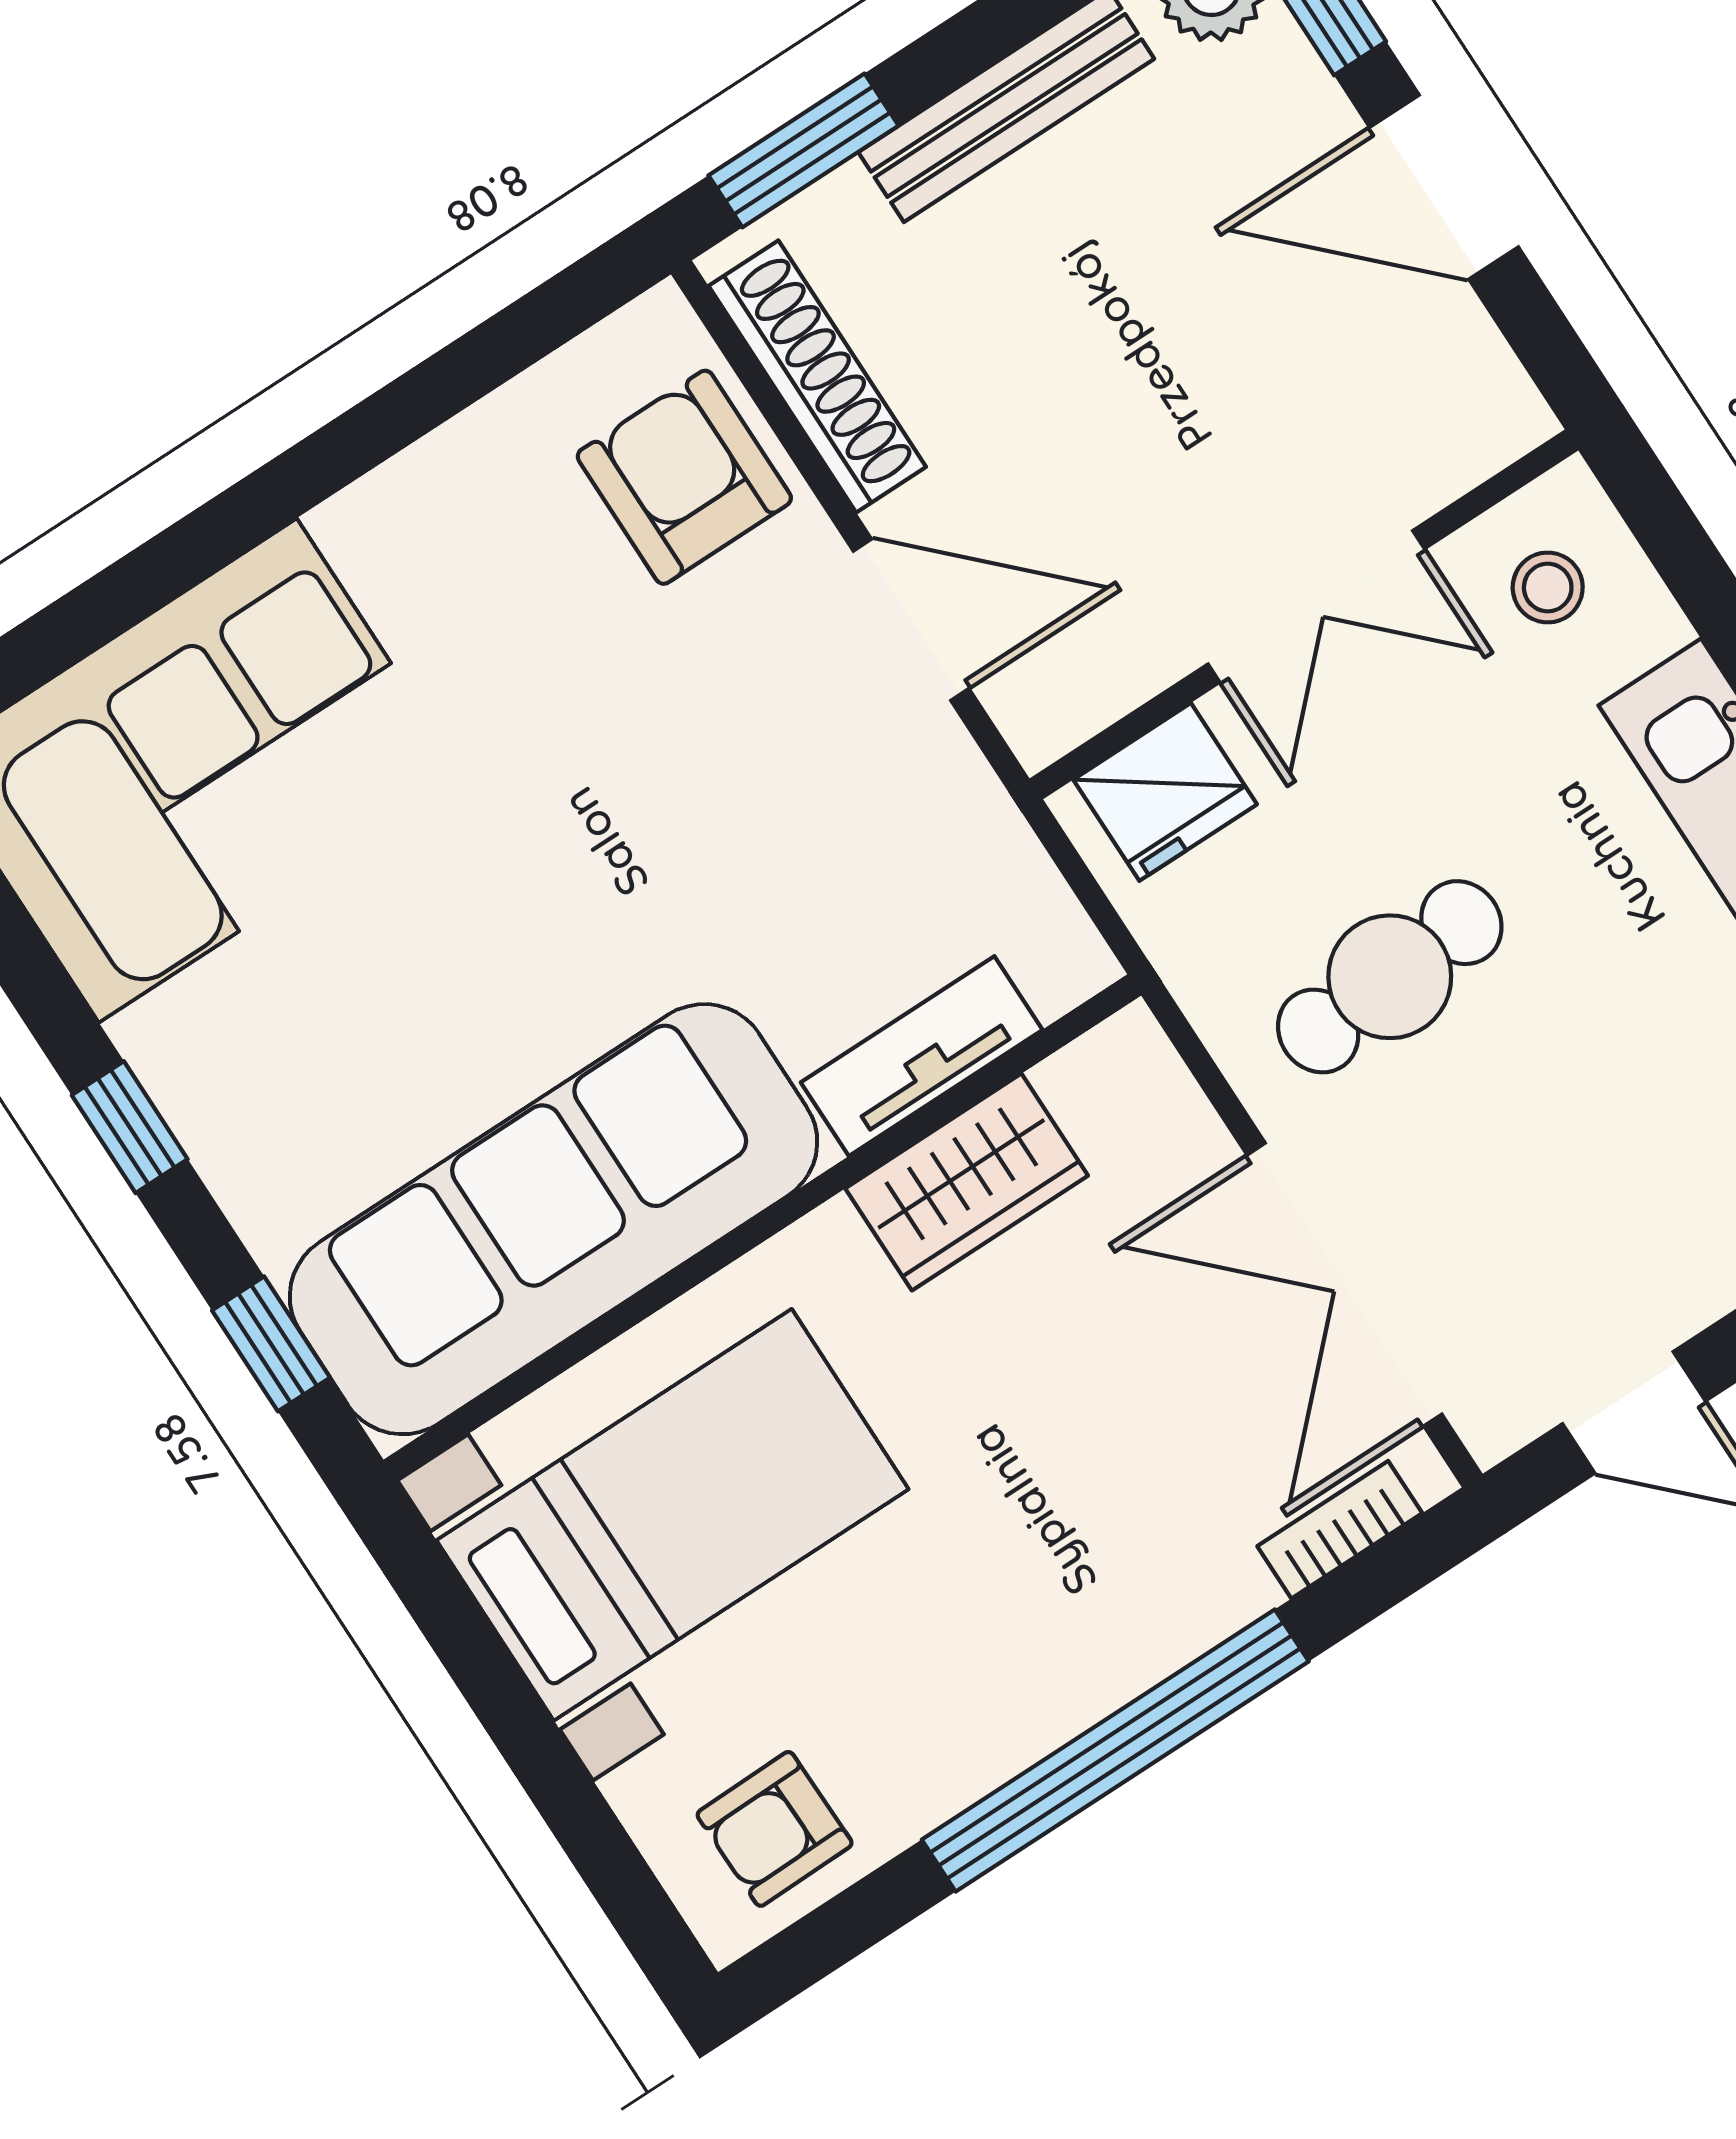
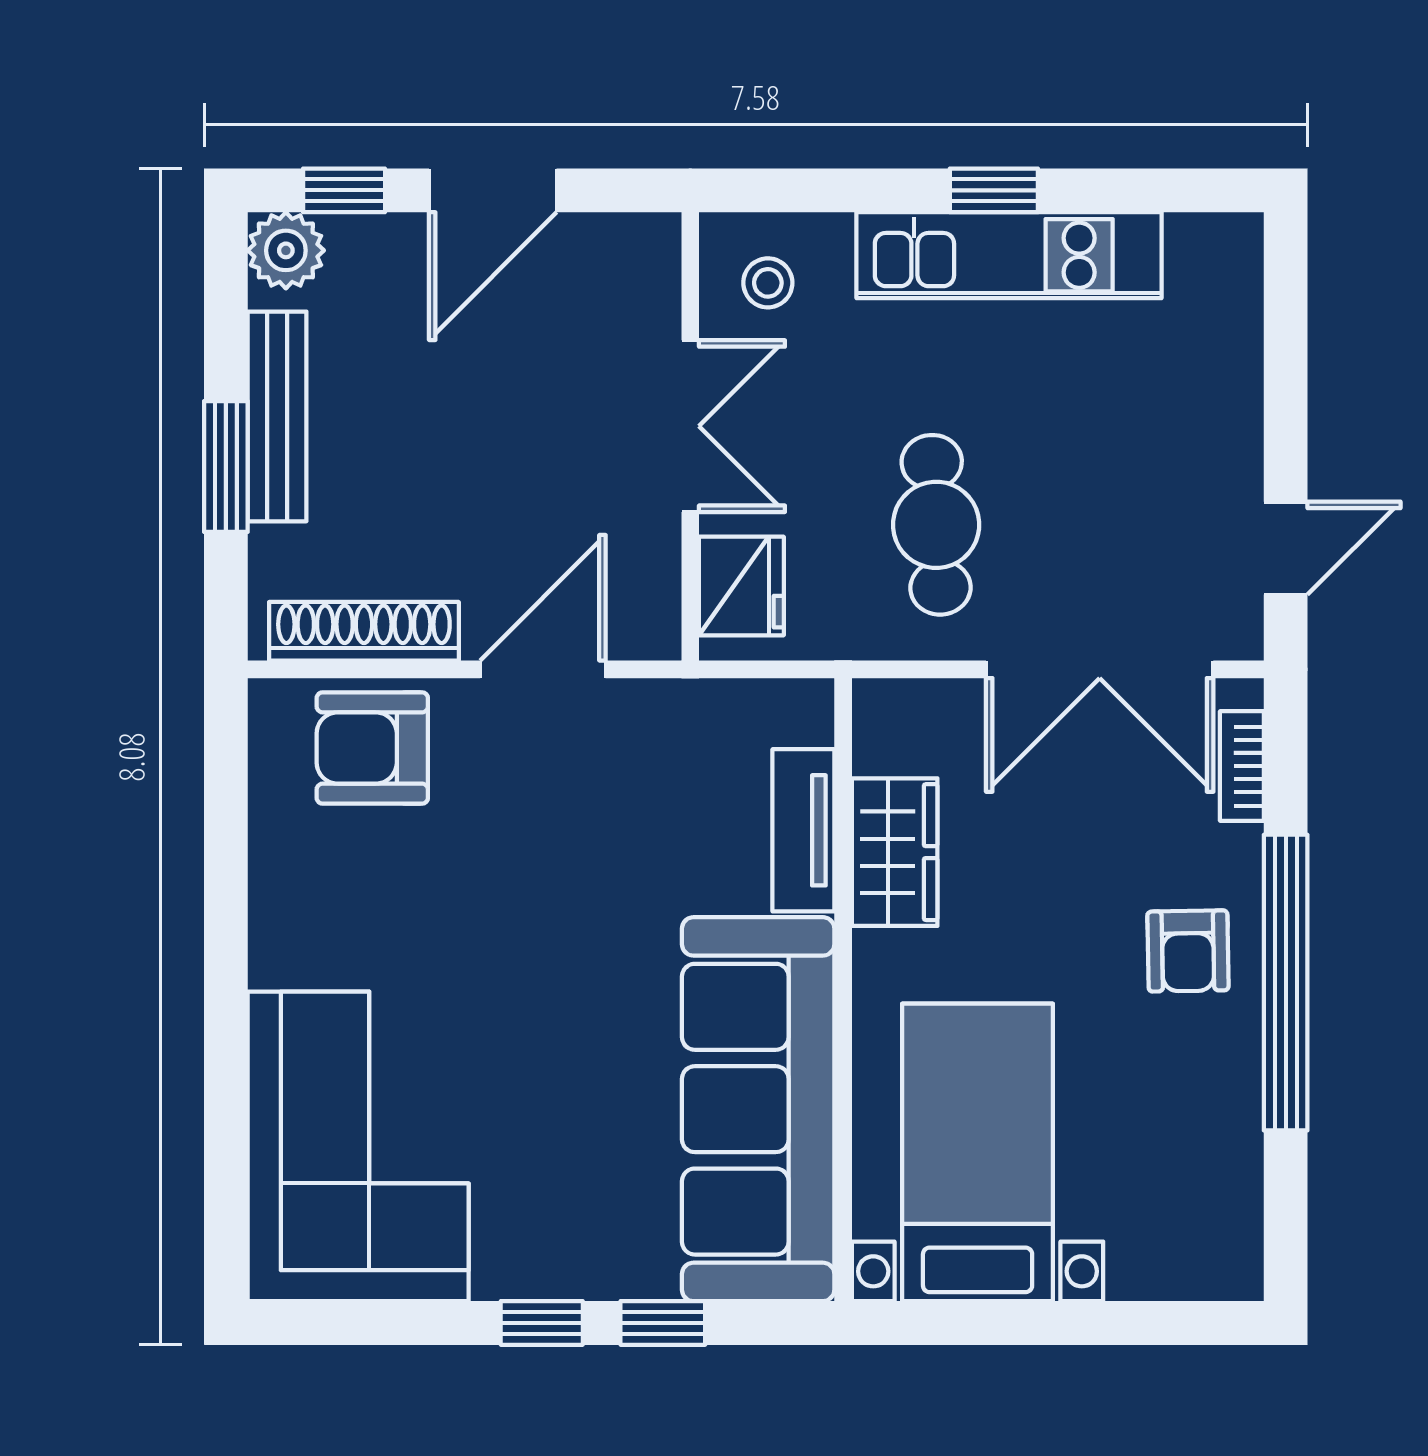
window: (804, 150) -> (226, 466), moved
window: (271, 1344) -> (663, 1323), moved
armchair: (775, 1829) -> (1188, 951), moved

